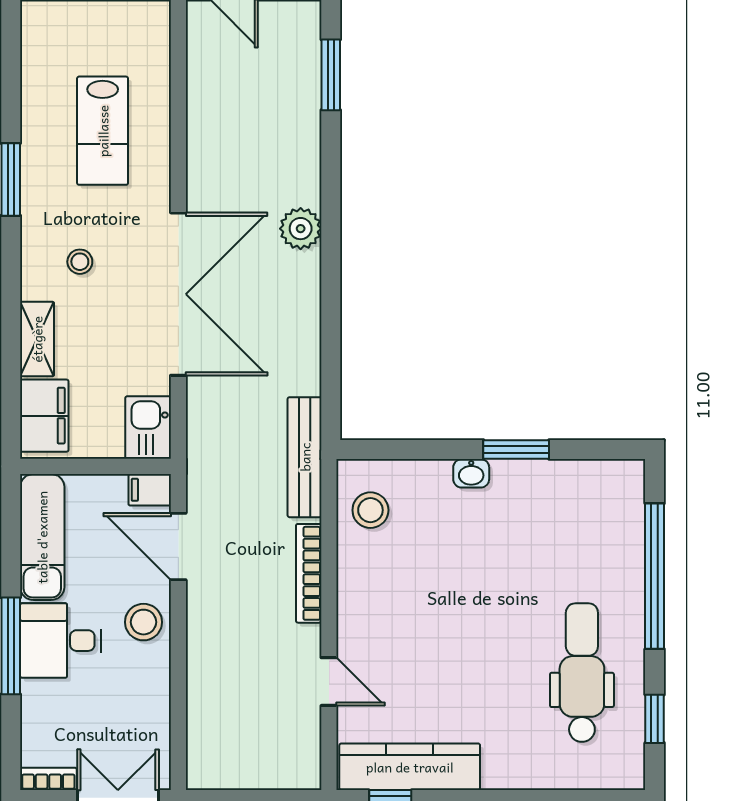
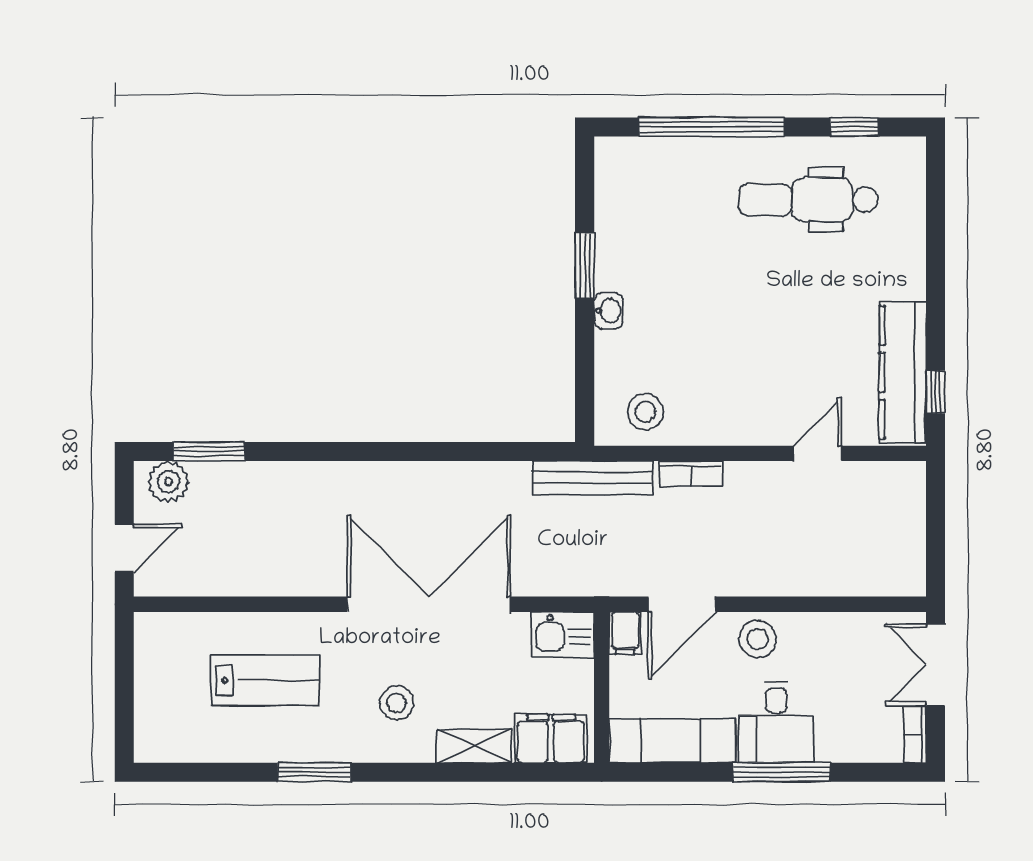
plant: (301, 229) -> (168, 482), moved
stool: (80, 262) -> (396, 703), width x1.37, depth x1.37
bookcase: (309, 573) -> (691, 474), width x0.64

